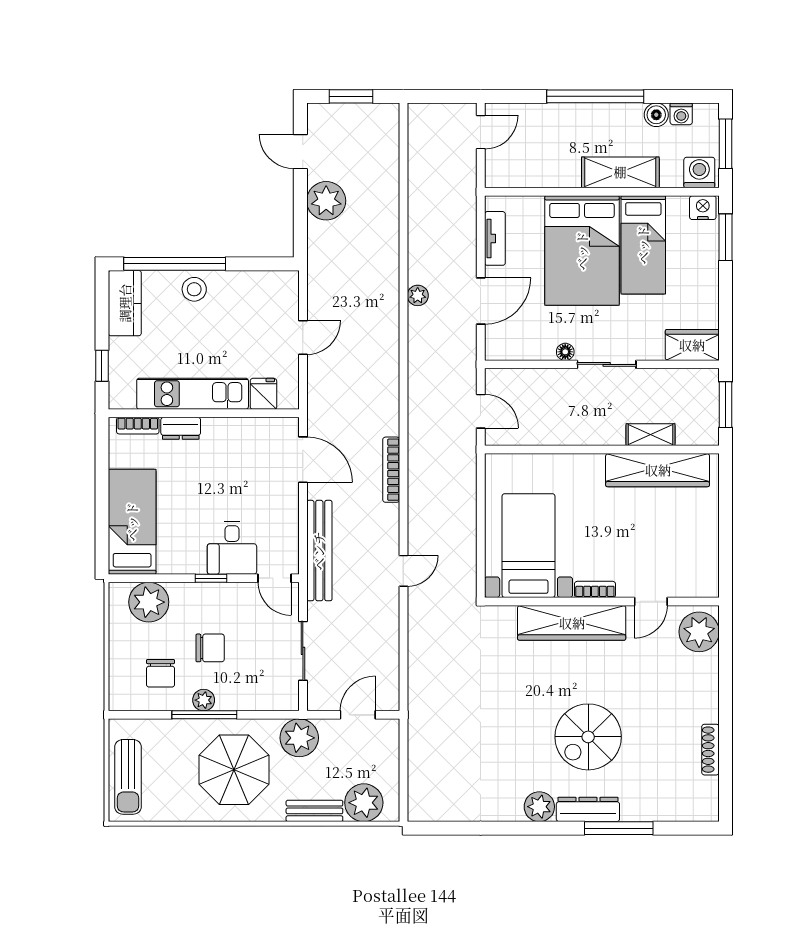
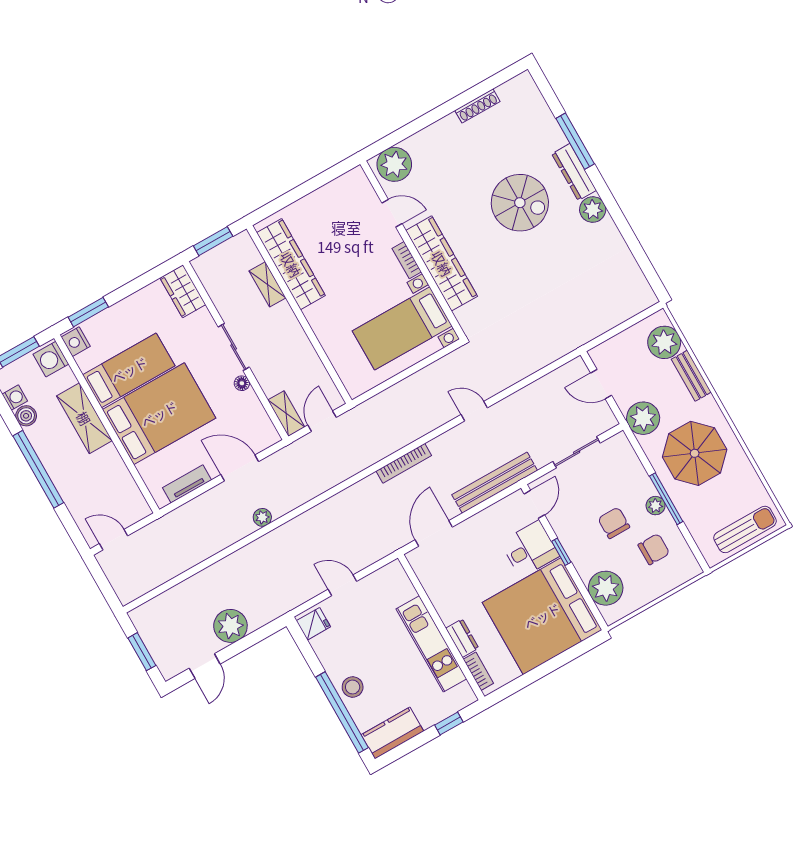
shelving: (509, 379) -> (286, 414), added
fridge: (263, 394) -> (313, 624), moved, turned 180
bed: (132, 522) -> (542, 616), width x2.04

